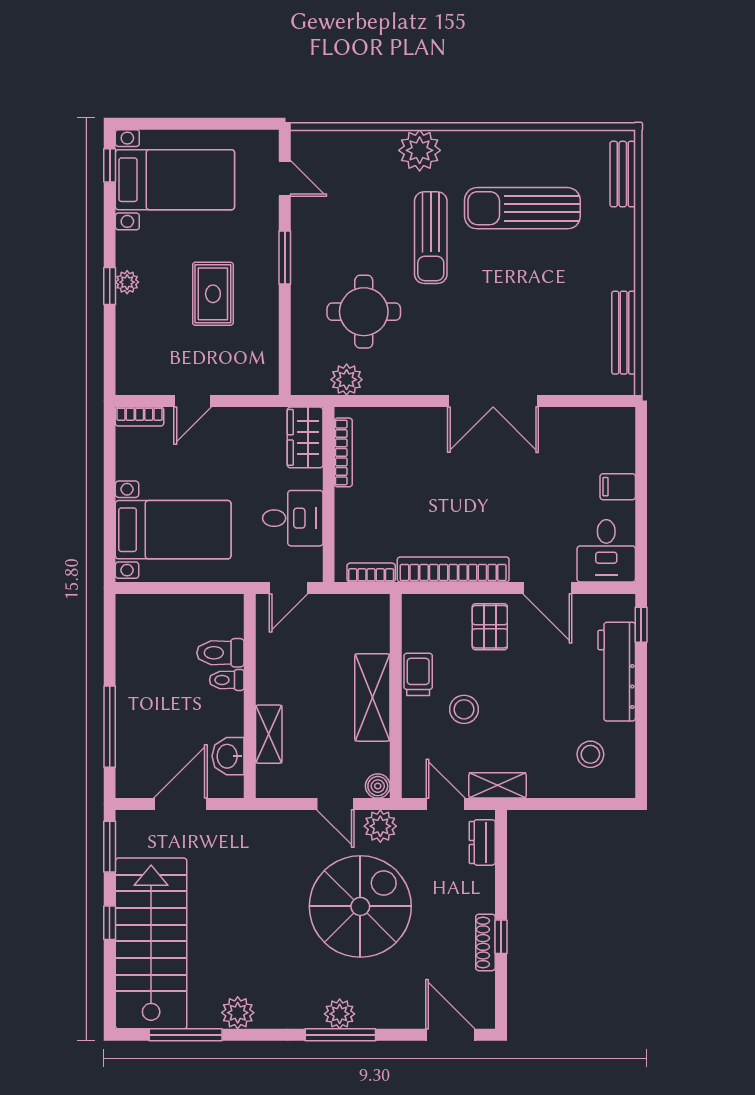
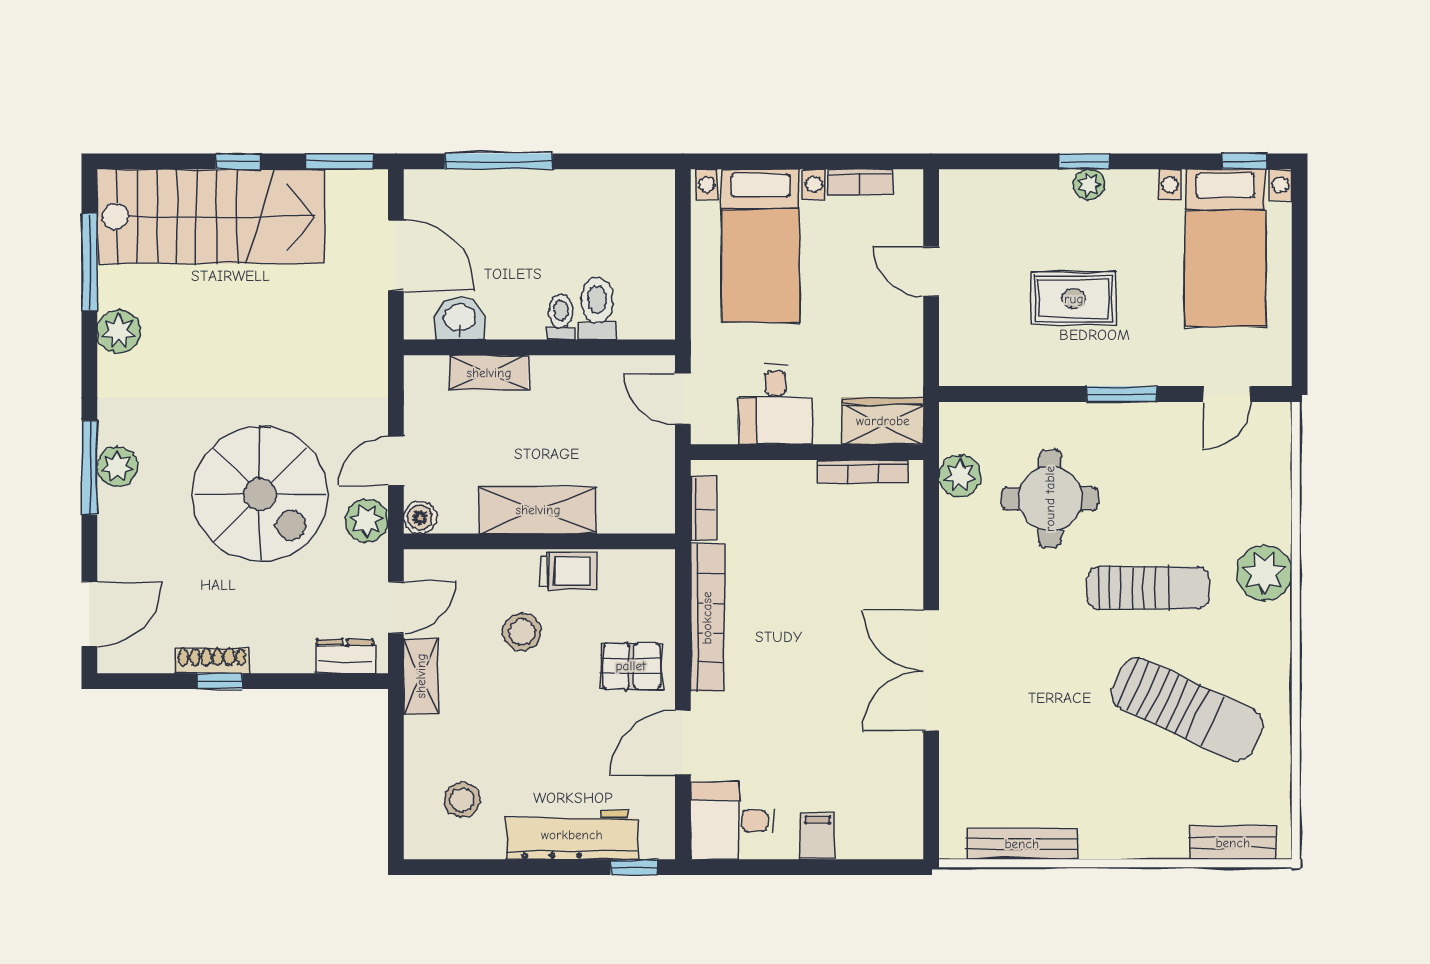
sun lounger: (522, 208) -> (1187, 709), turned 115
sun lounger: (431, 238) -> (1148, 588), turned 180
bookcase: (140, 417) -> (860, 182), moved, turned -90

